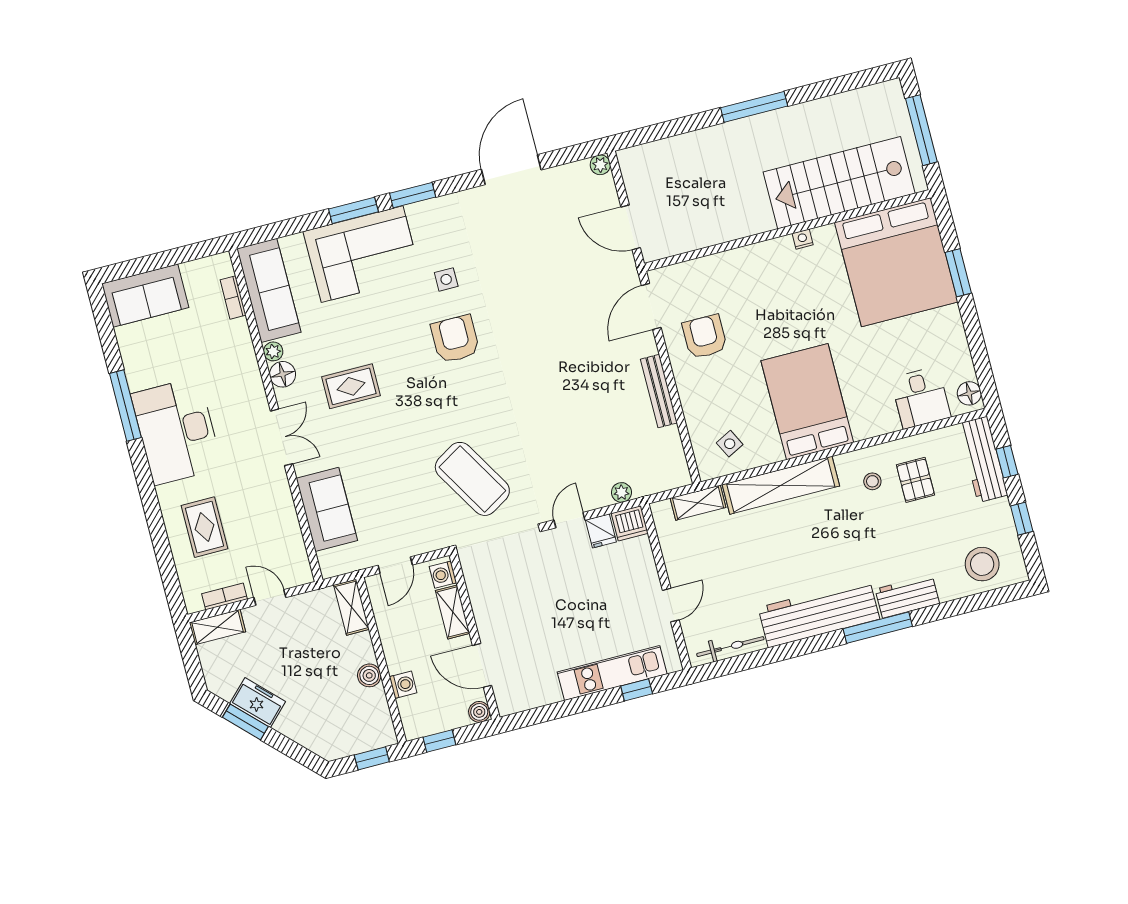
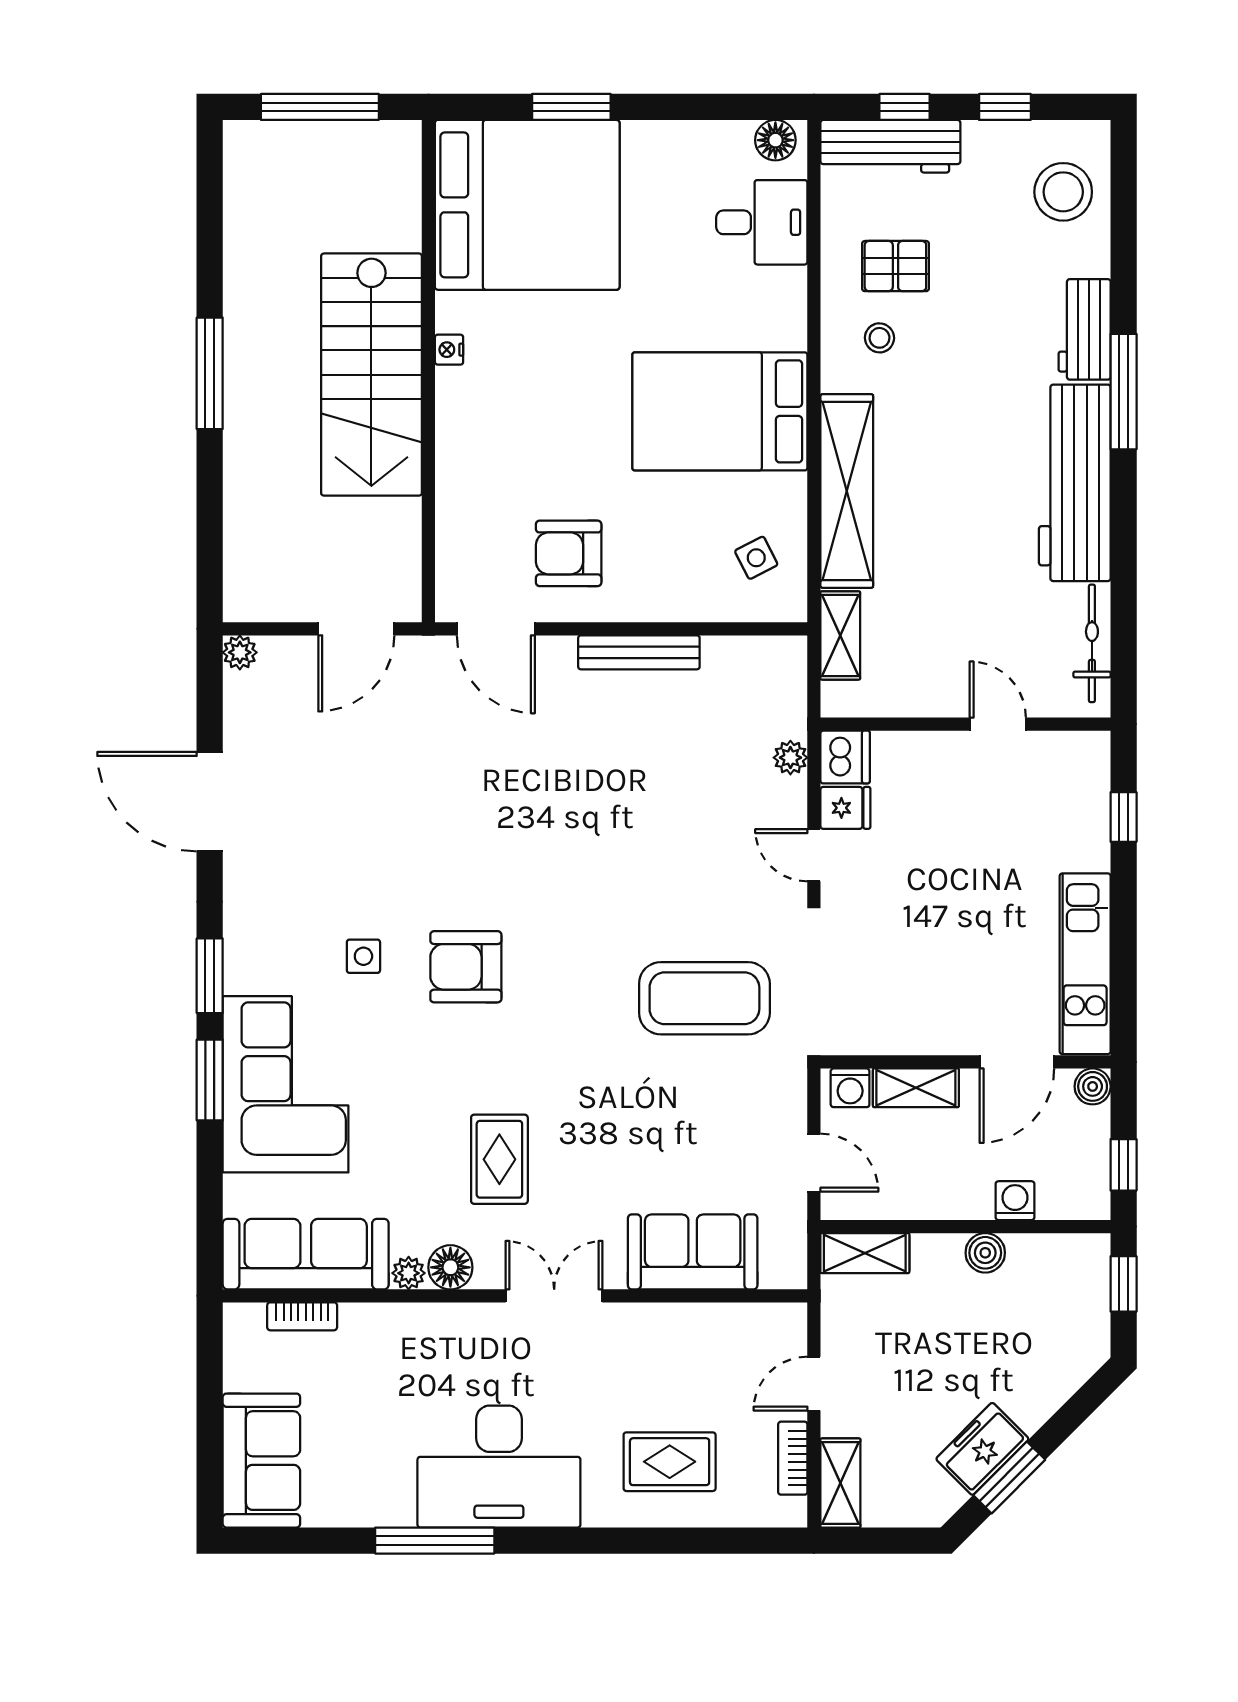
stairs: (839, 183) -> (371, 375), moved
coffee table: (472, 479) -> (704, 998), turned 31
kitchen unit: (612, 673) -> (1085, 964), moved

